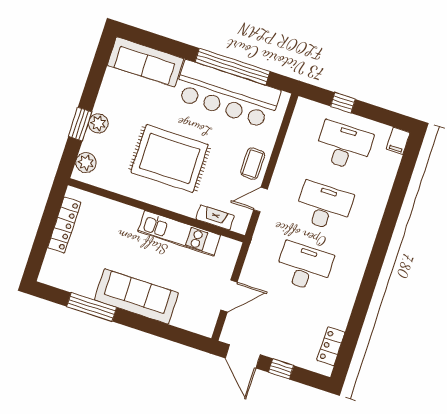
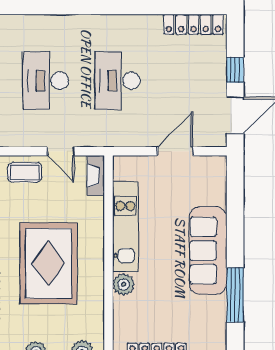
plant: (131, 216) -> (124, 284), added
fireplace: (215, 217) -> (96, 176), moved
door: (229, 296) -> (175, 151), hinge flipped
locker: (331, 346) -> (193, 24), width x1.53

